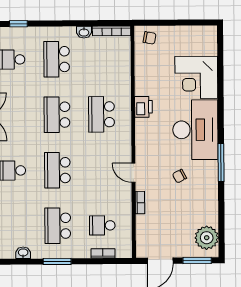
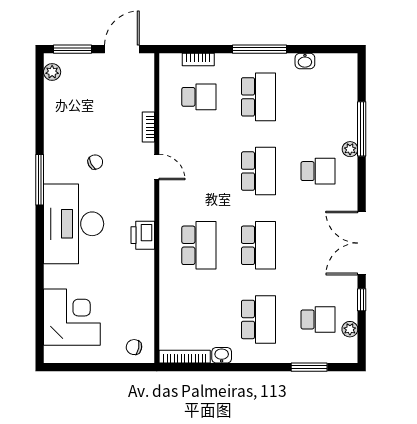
window: (18, 24) -> (309, 367), width x1.50
corner desk: (196, 77) -> (72, 317), moved
printer: (143, 107) -> (143, 235), moved
plant: (207, 238) -> (52, 72), width x0.53, depth x0.53
window: (57, 261) -> (260, 49), width x1.44

